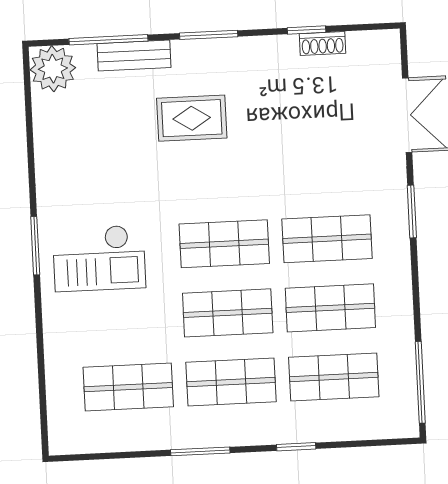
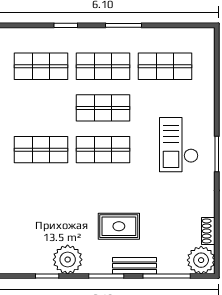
shoe rack: (322, 43) -> (208, 231), moved, turned -90
bench: (134, 55) -> (134, 266), moved
plant: (274, 59) -> (68, 260), added
checkout: (99, 258) -> (179, 145), turned -90
shop shelf: (330, 308) -> (41, 108), removed

